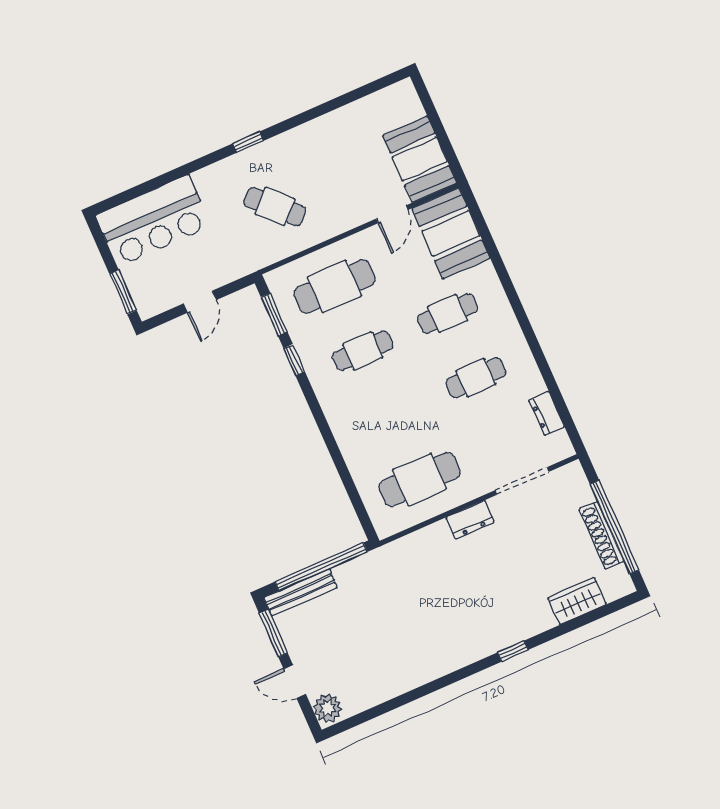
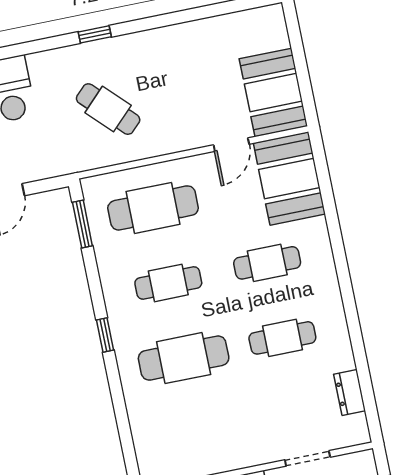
window: (294, 360) -> (105, 335), moved
cafe table: (420, 479) -> (184, 358), moved
doorway: (522, 481) -> (307, 458), width x0.73

